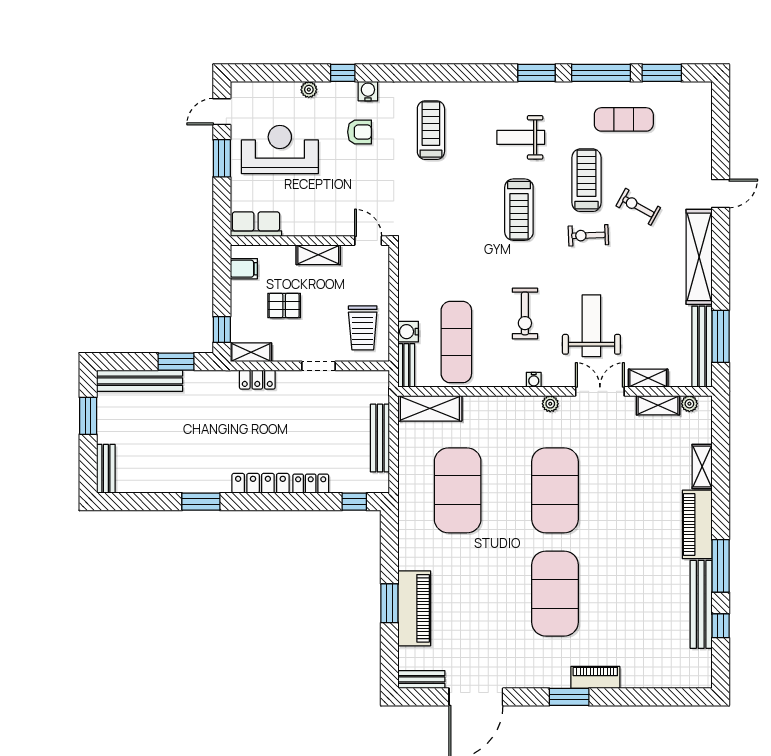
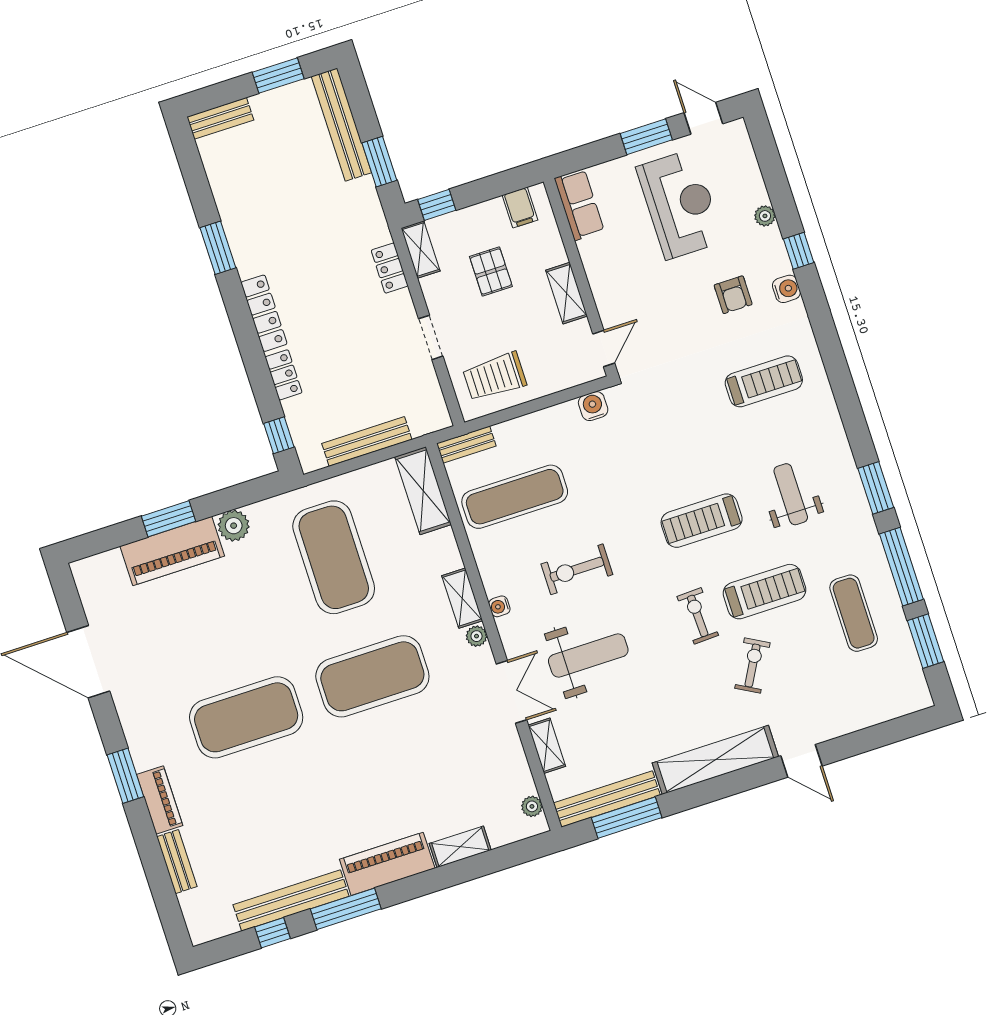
water cooler: (408, 332) -> (593, 406), moved
shelving: (658, 405) -> (462, 598), moved
exercise mat: (458, 490) -> (334, 557), turned 90
plant: (410, 557) -> (234, 526), added
bench: (421, 679) -> (177, 862), moved

